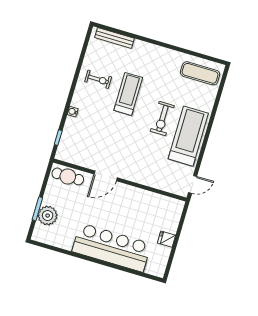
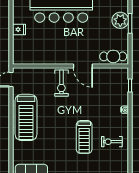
exercise bike: (162, 118) -> (61, 83), moved, turned 180
door: (106, 176) -> (83, 66), swing flipped

